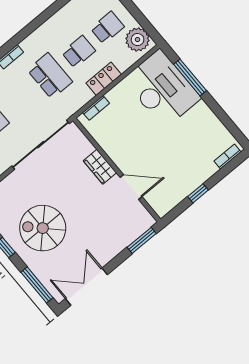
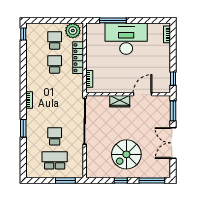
school desk: (50, 76) -> (55, 88), removed
locker: (104, 79) -> (78, 58), width x1.53
desk: (162, 89) -> (126, 39), moved
window: (198, 193) -> (173, 79), moved
double door: (86, 287) -> (173, 143), moved

